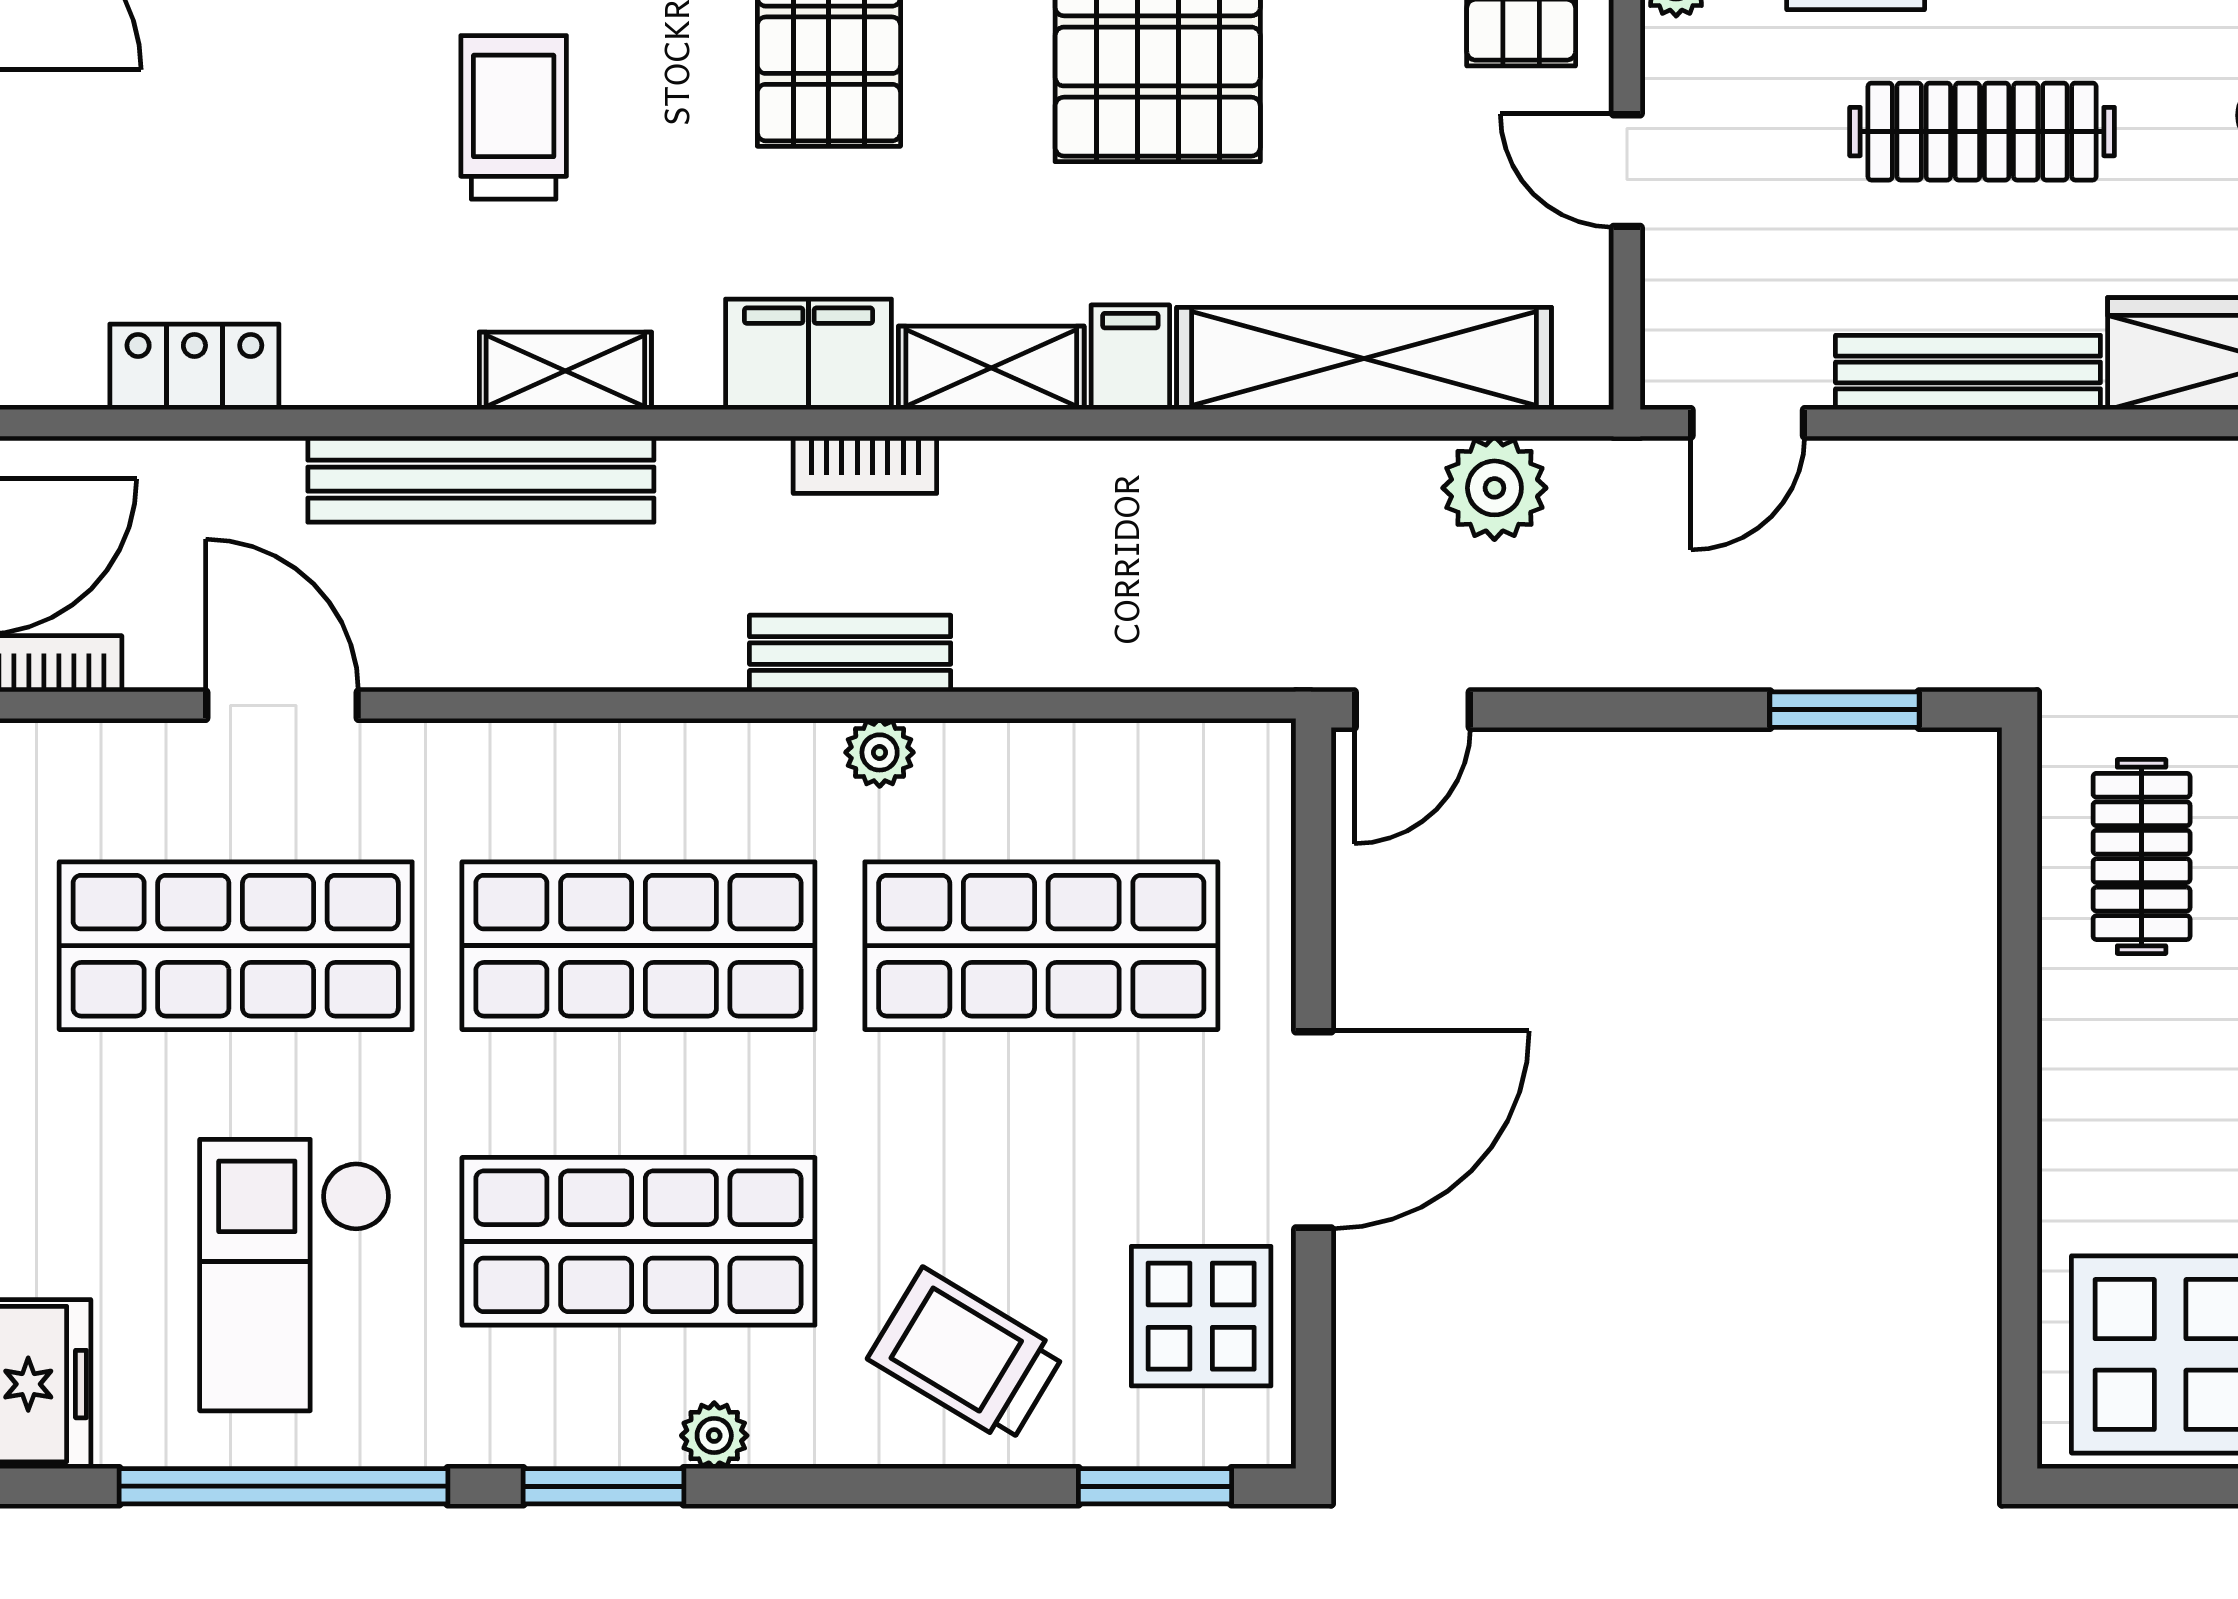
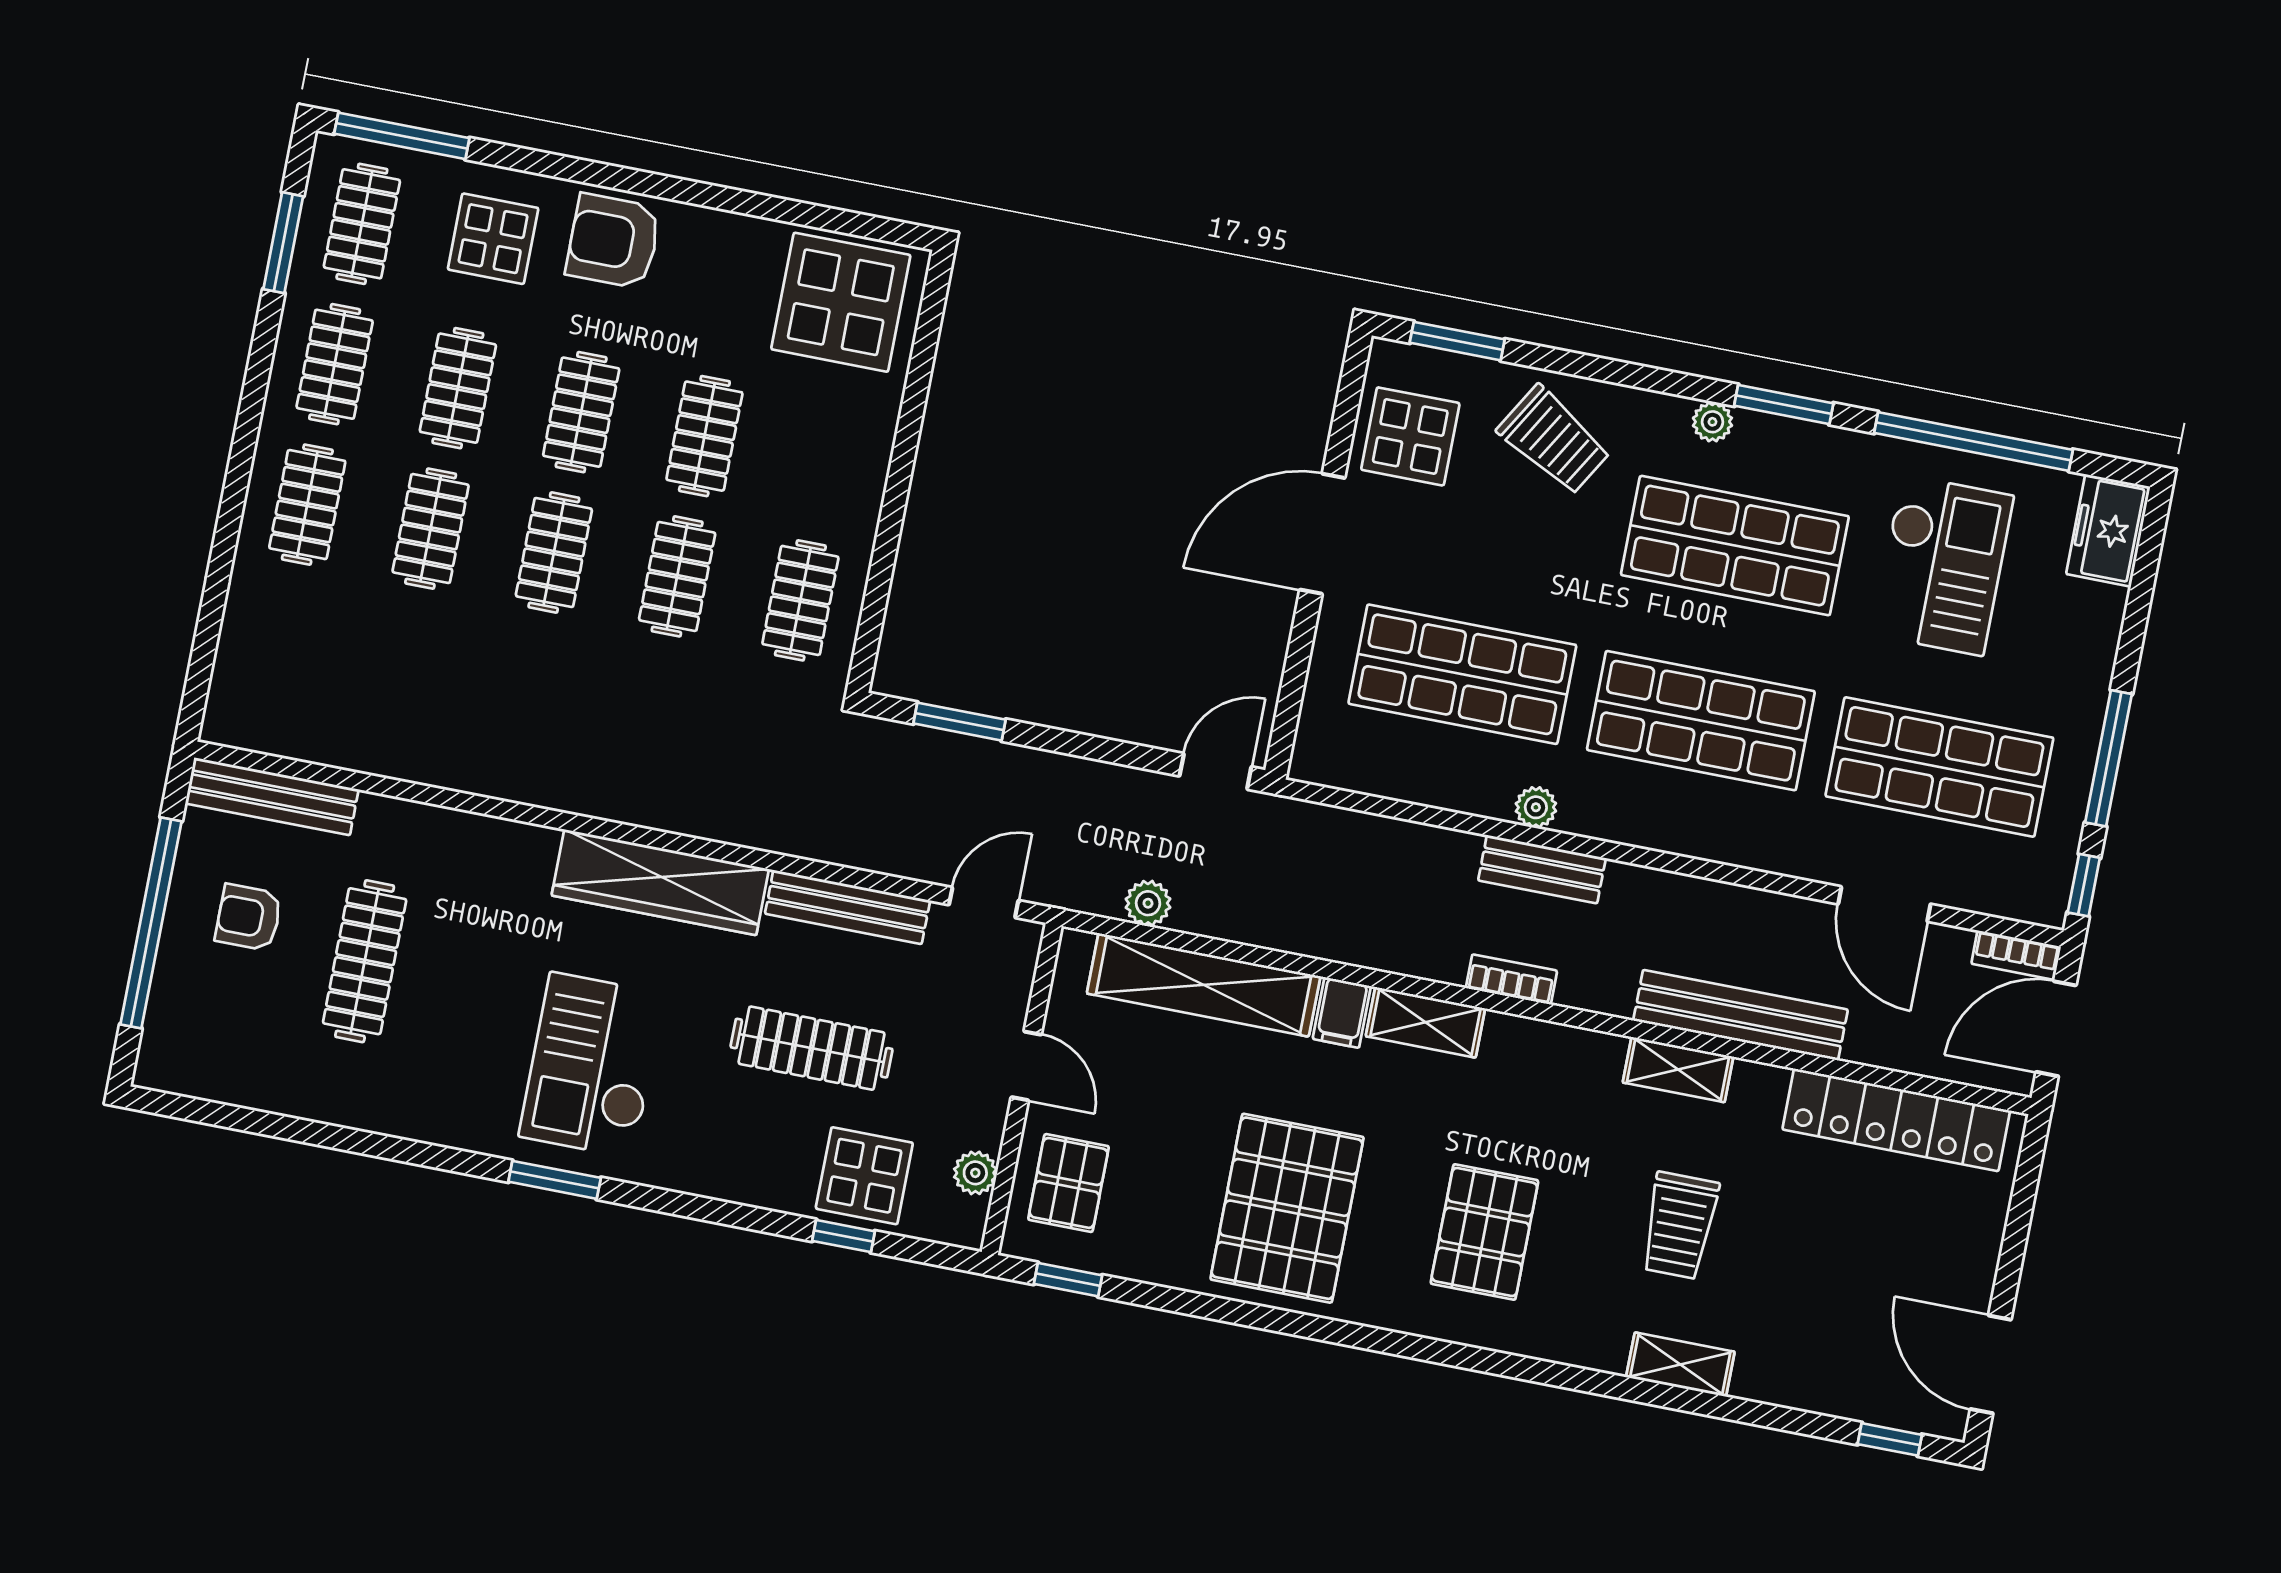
filing cabinet: (808, 354) -> (1532, 1051), removed
locker: (194, 367) -> (1896, 1120), width x2.16, depth x1.21
plant: (1494, 488) -> (1148, 903), width x0.73, depth x0.73

